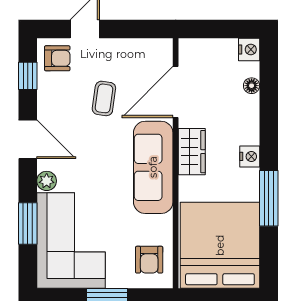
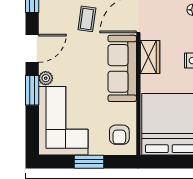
door: (28, 139) -> (32, 48), hinge flipped
window: (28, 223) -> (32, 90), moved

